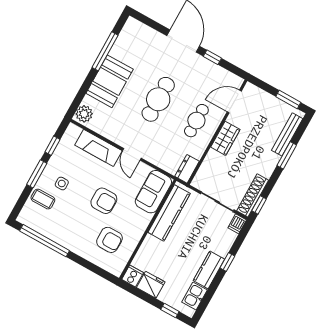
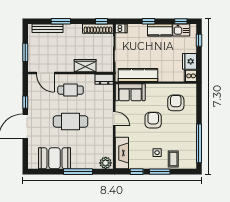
window: (105, 51) -> (78, 172), moved
booth: (110, 81) -> (54, 158), moved
window: (288, 99) -> (25, 52), moved
wardrobe: (225, 138) -> (85, 66), moved
fireplace: (99, 148) -> (122, 153), moved
door: (132, 154) -> (114, 119), hinge flipped
window: (205, 301) -> (181, 21), added

